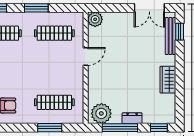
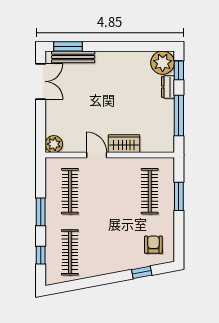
window: (180, 32) -> (68, 46), width x1.50
wardrobe: (168, 80) -> (124, 144), moved, turned 180
plant: (101, 113) -> (163, 63), moved
dresser: (132, 118) -> (168, 87), moved

